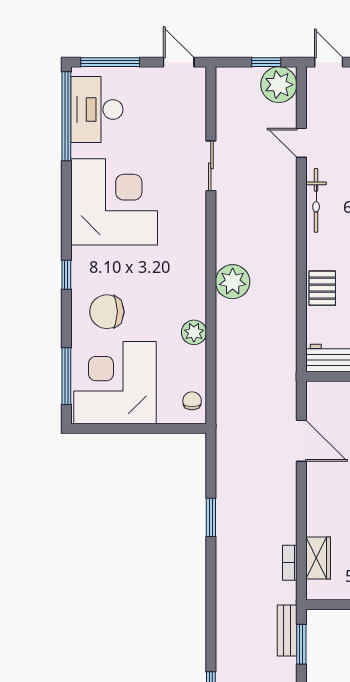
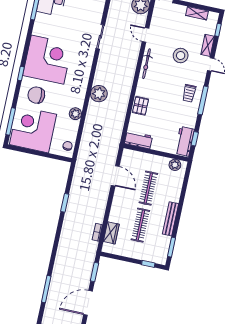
corner desk: (114, 202) -> (48, 60), moved
bench: (287, 630) -> (89, 264), removed

